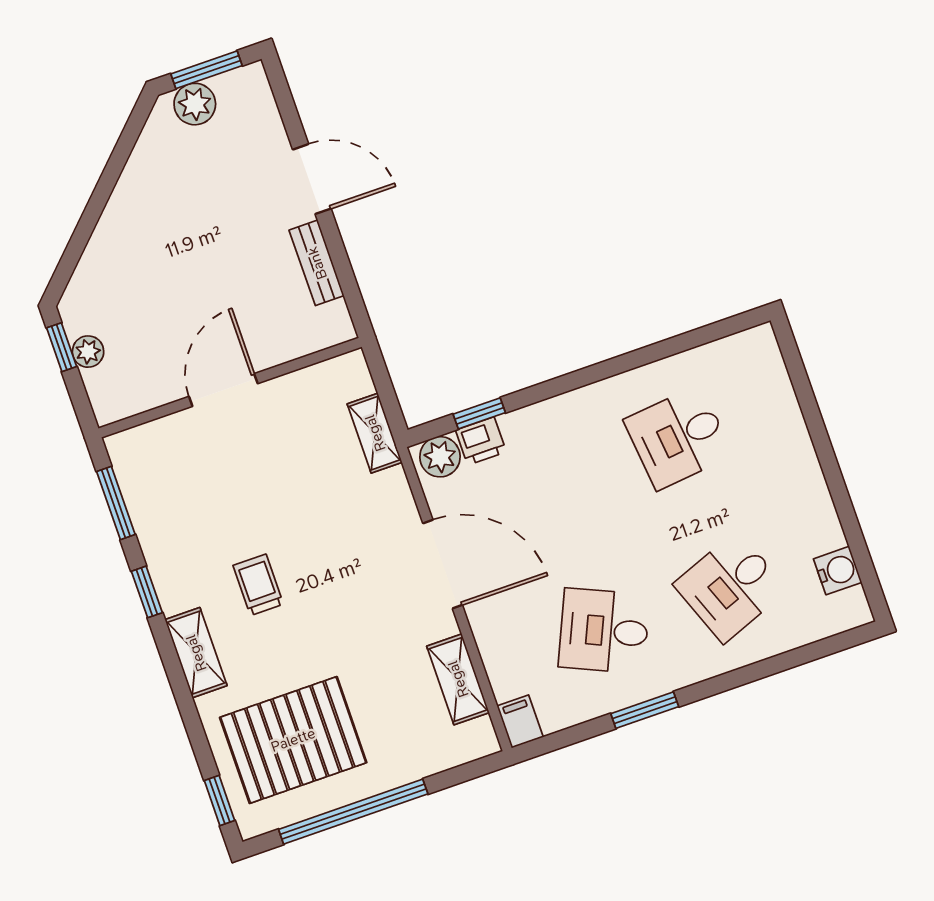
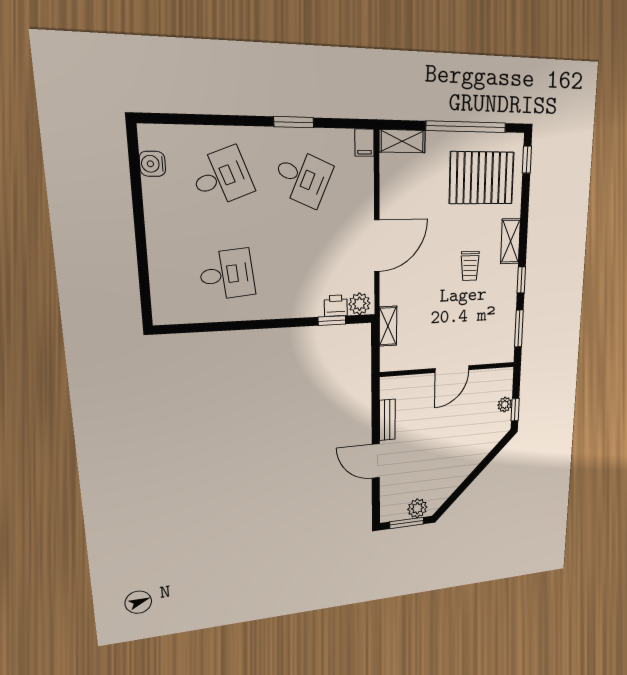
door: (443, 564) -> (377, 246), swing flipped
shelving: (458, 679) -> (402, 141), moved, turned 90

